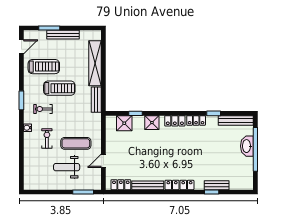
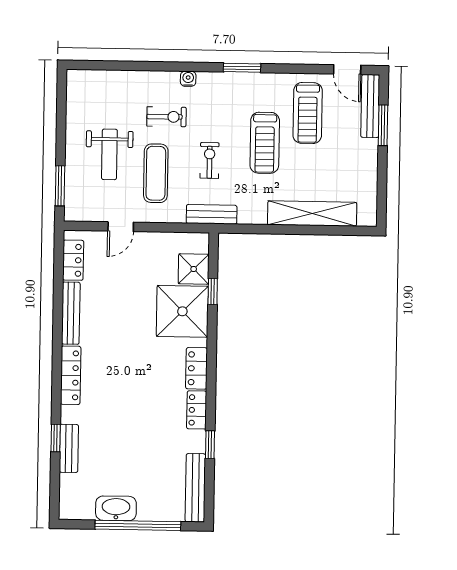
bench: (63, 35) -> (370, 106), moved
bench: (96, 100) -> (212, 214), moved
exercise bike: (43, 109) -> (210, 160), moved
shower: (152, 123) -> (182, 311), width x1.86, depth x1.86
washbasin: (247, 146) -> (116, 508), moved
door: (103, 161) -> (121, 227), swing flipped
weight bench: (67, 167) -> (109, 154), turned 180

